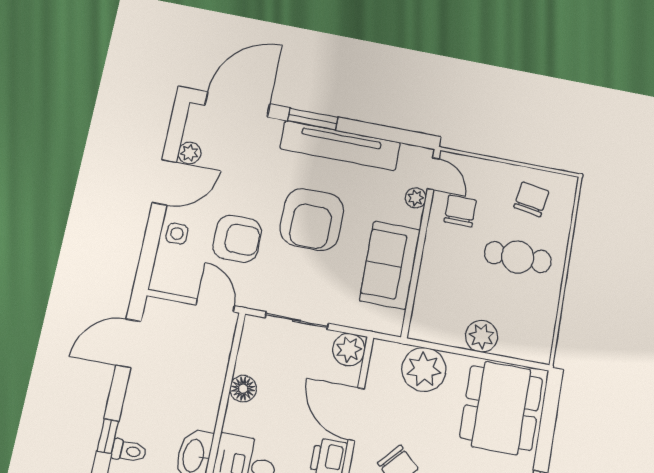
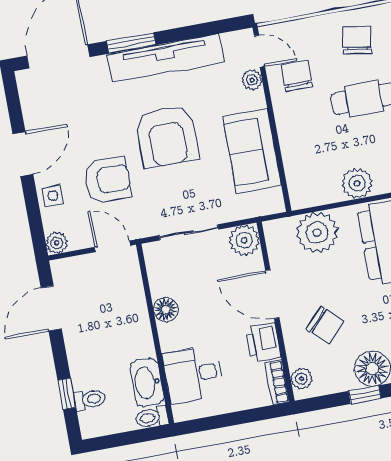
plant: (189, 153) -> (57, 243), moved

